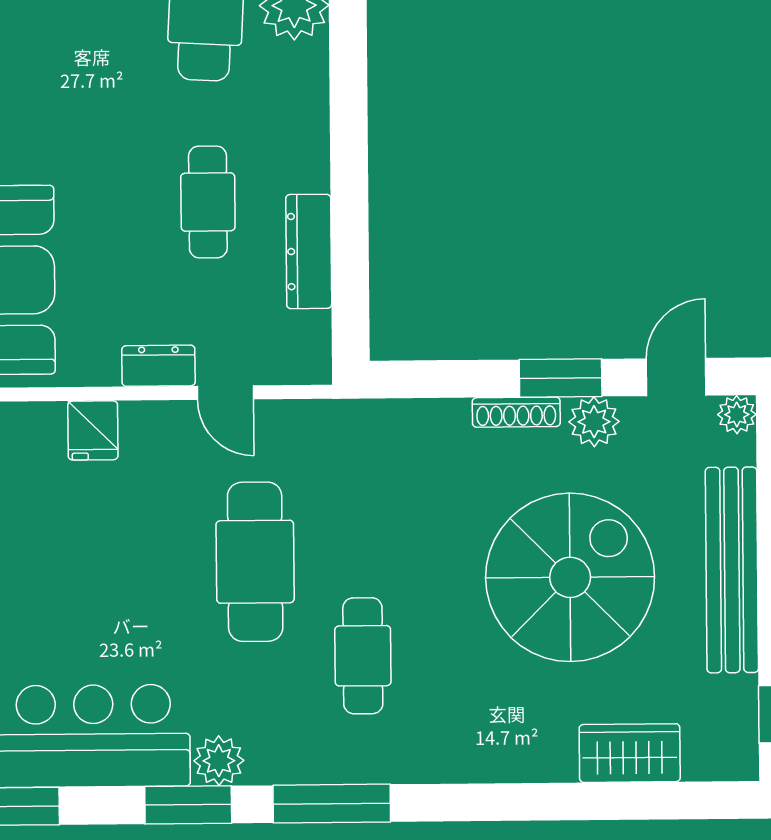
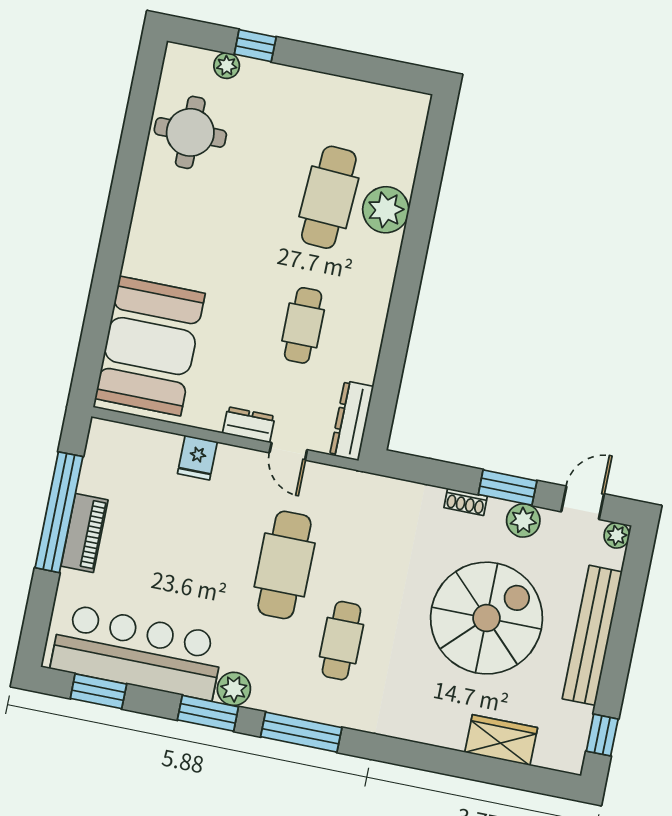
dresser: (309, 251) -> (352, 421), moved
shoe rack: (516, 412) -> (466, 502), width x0.70

